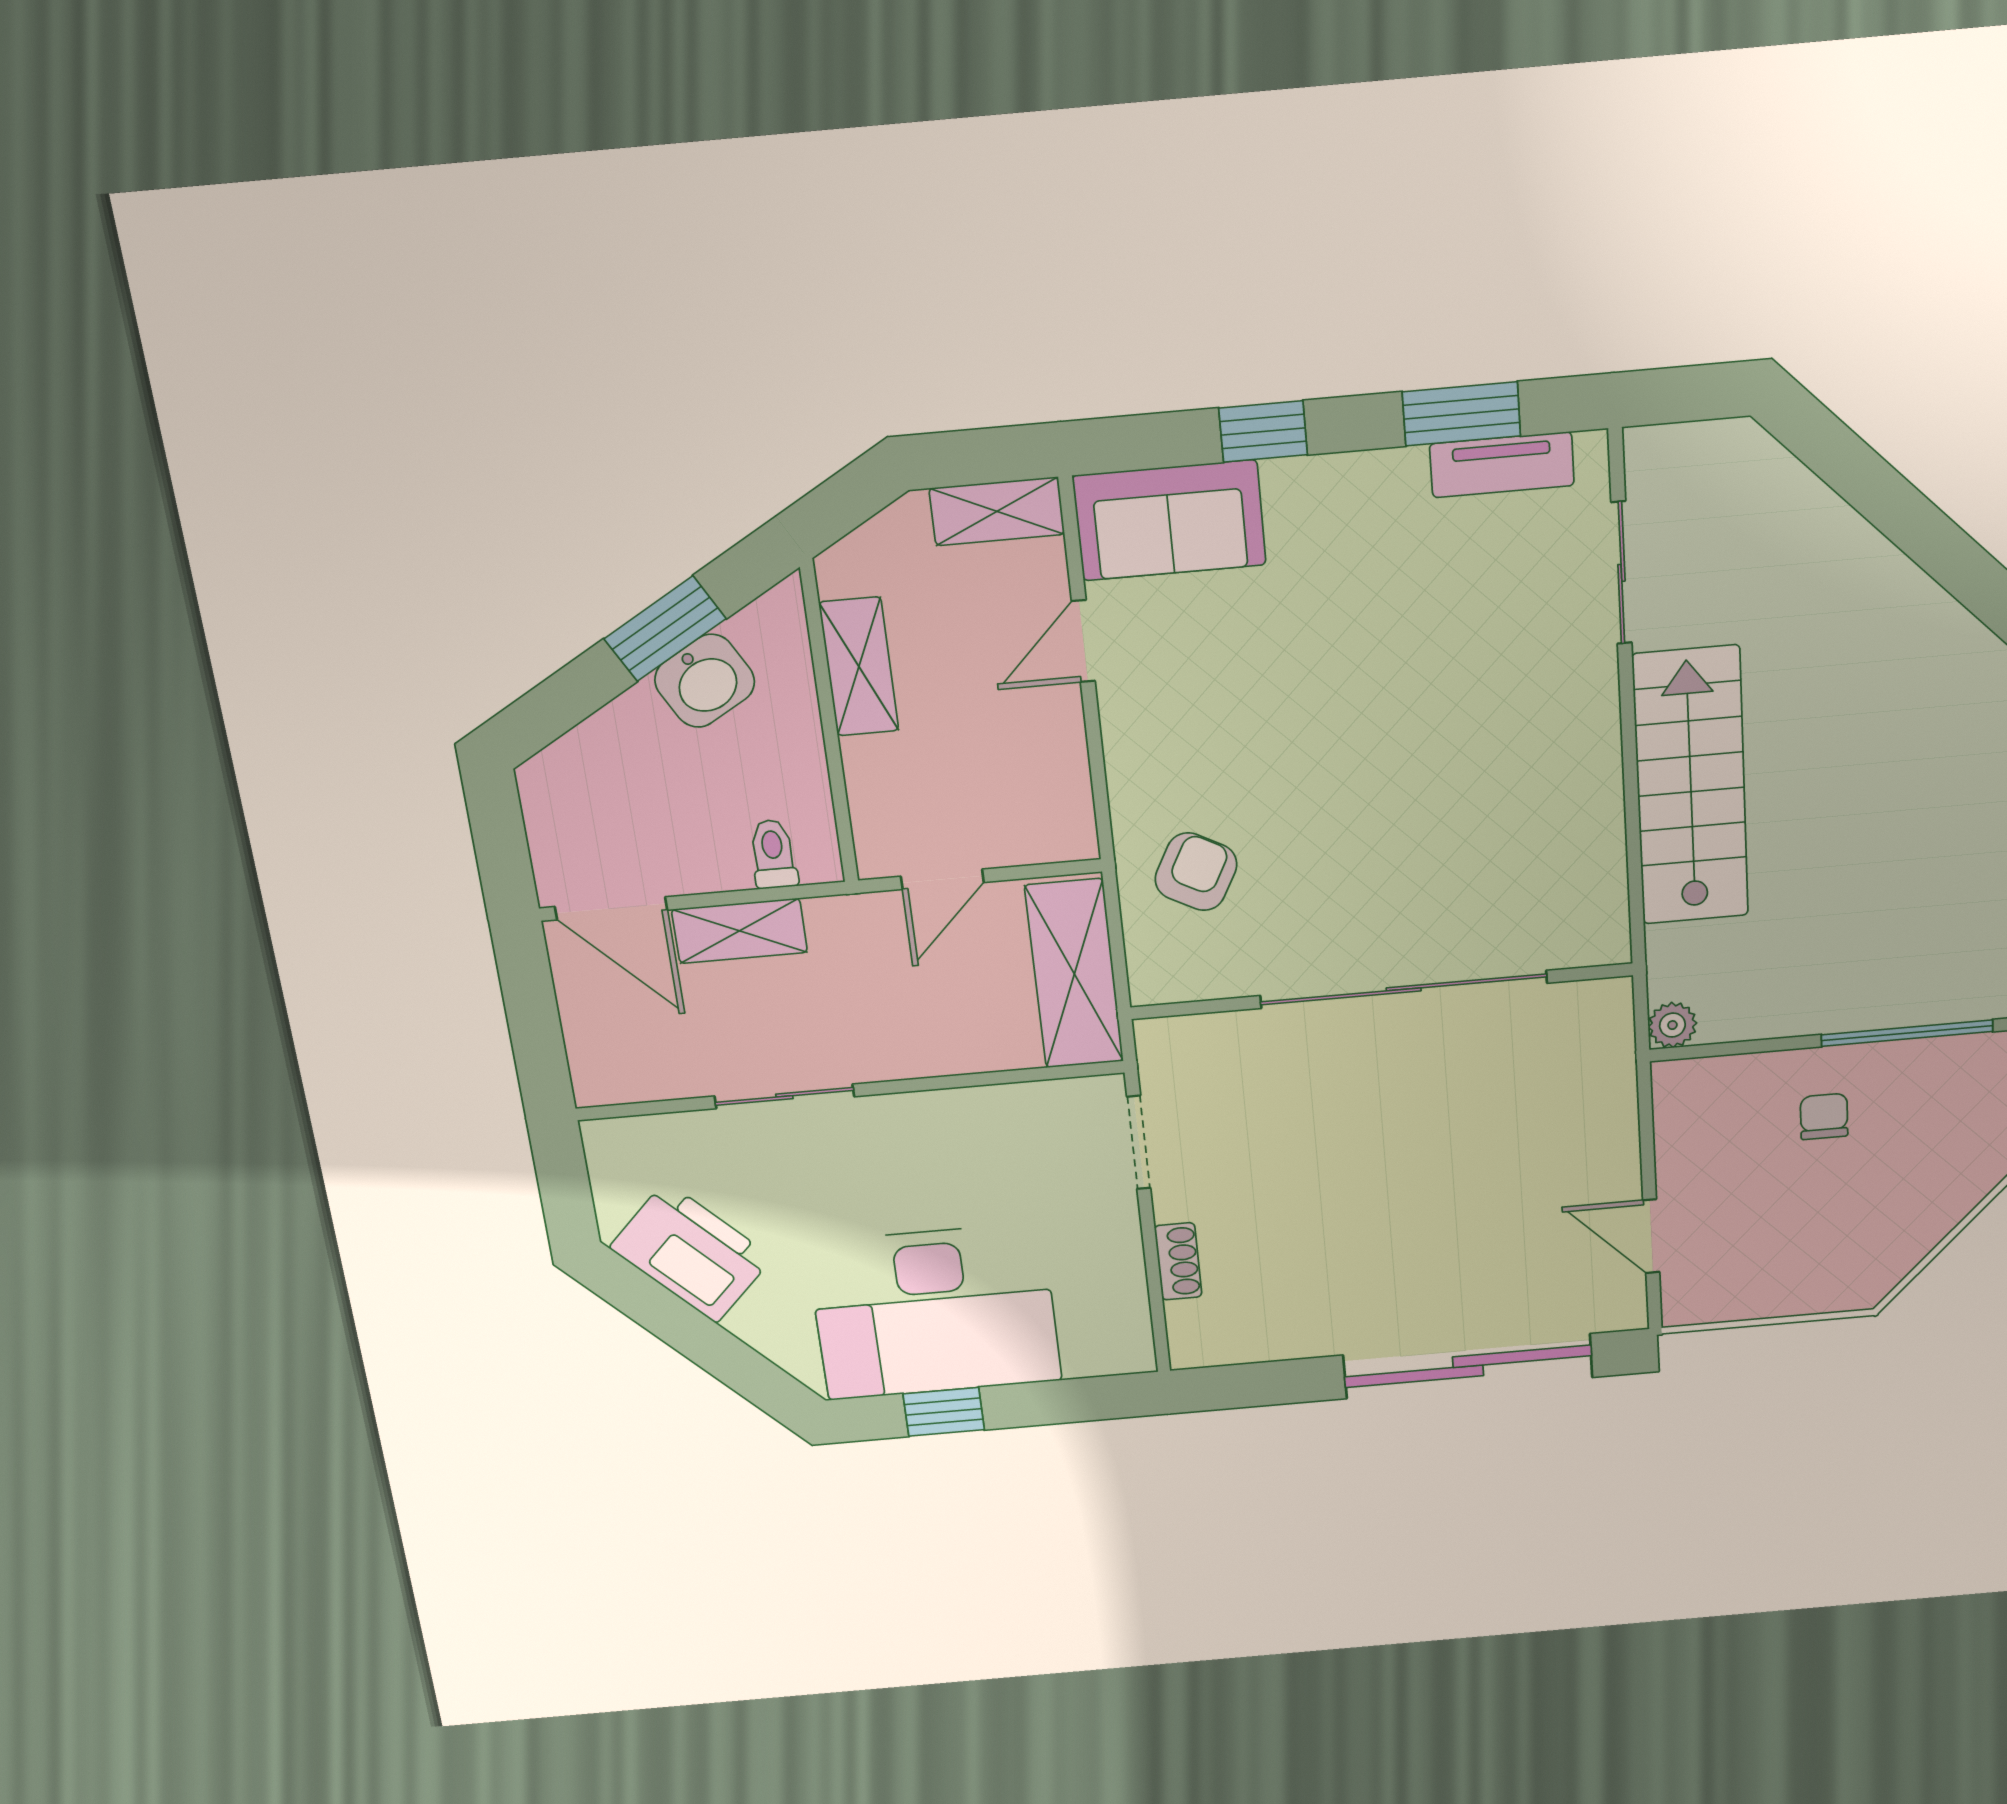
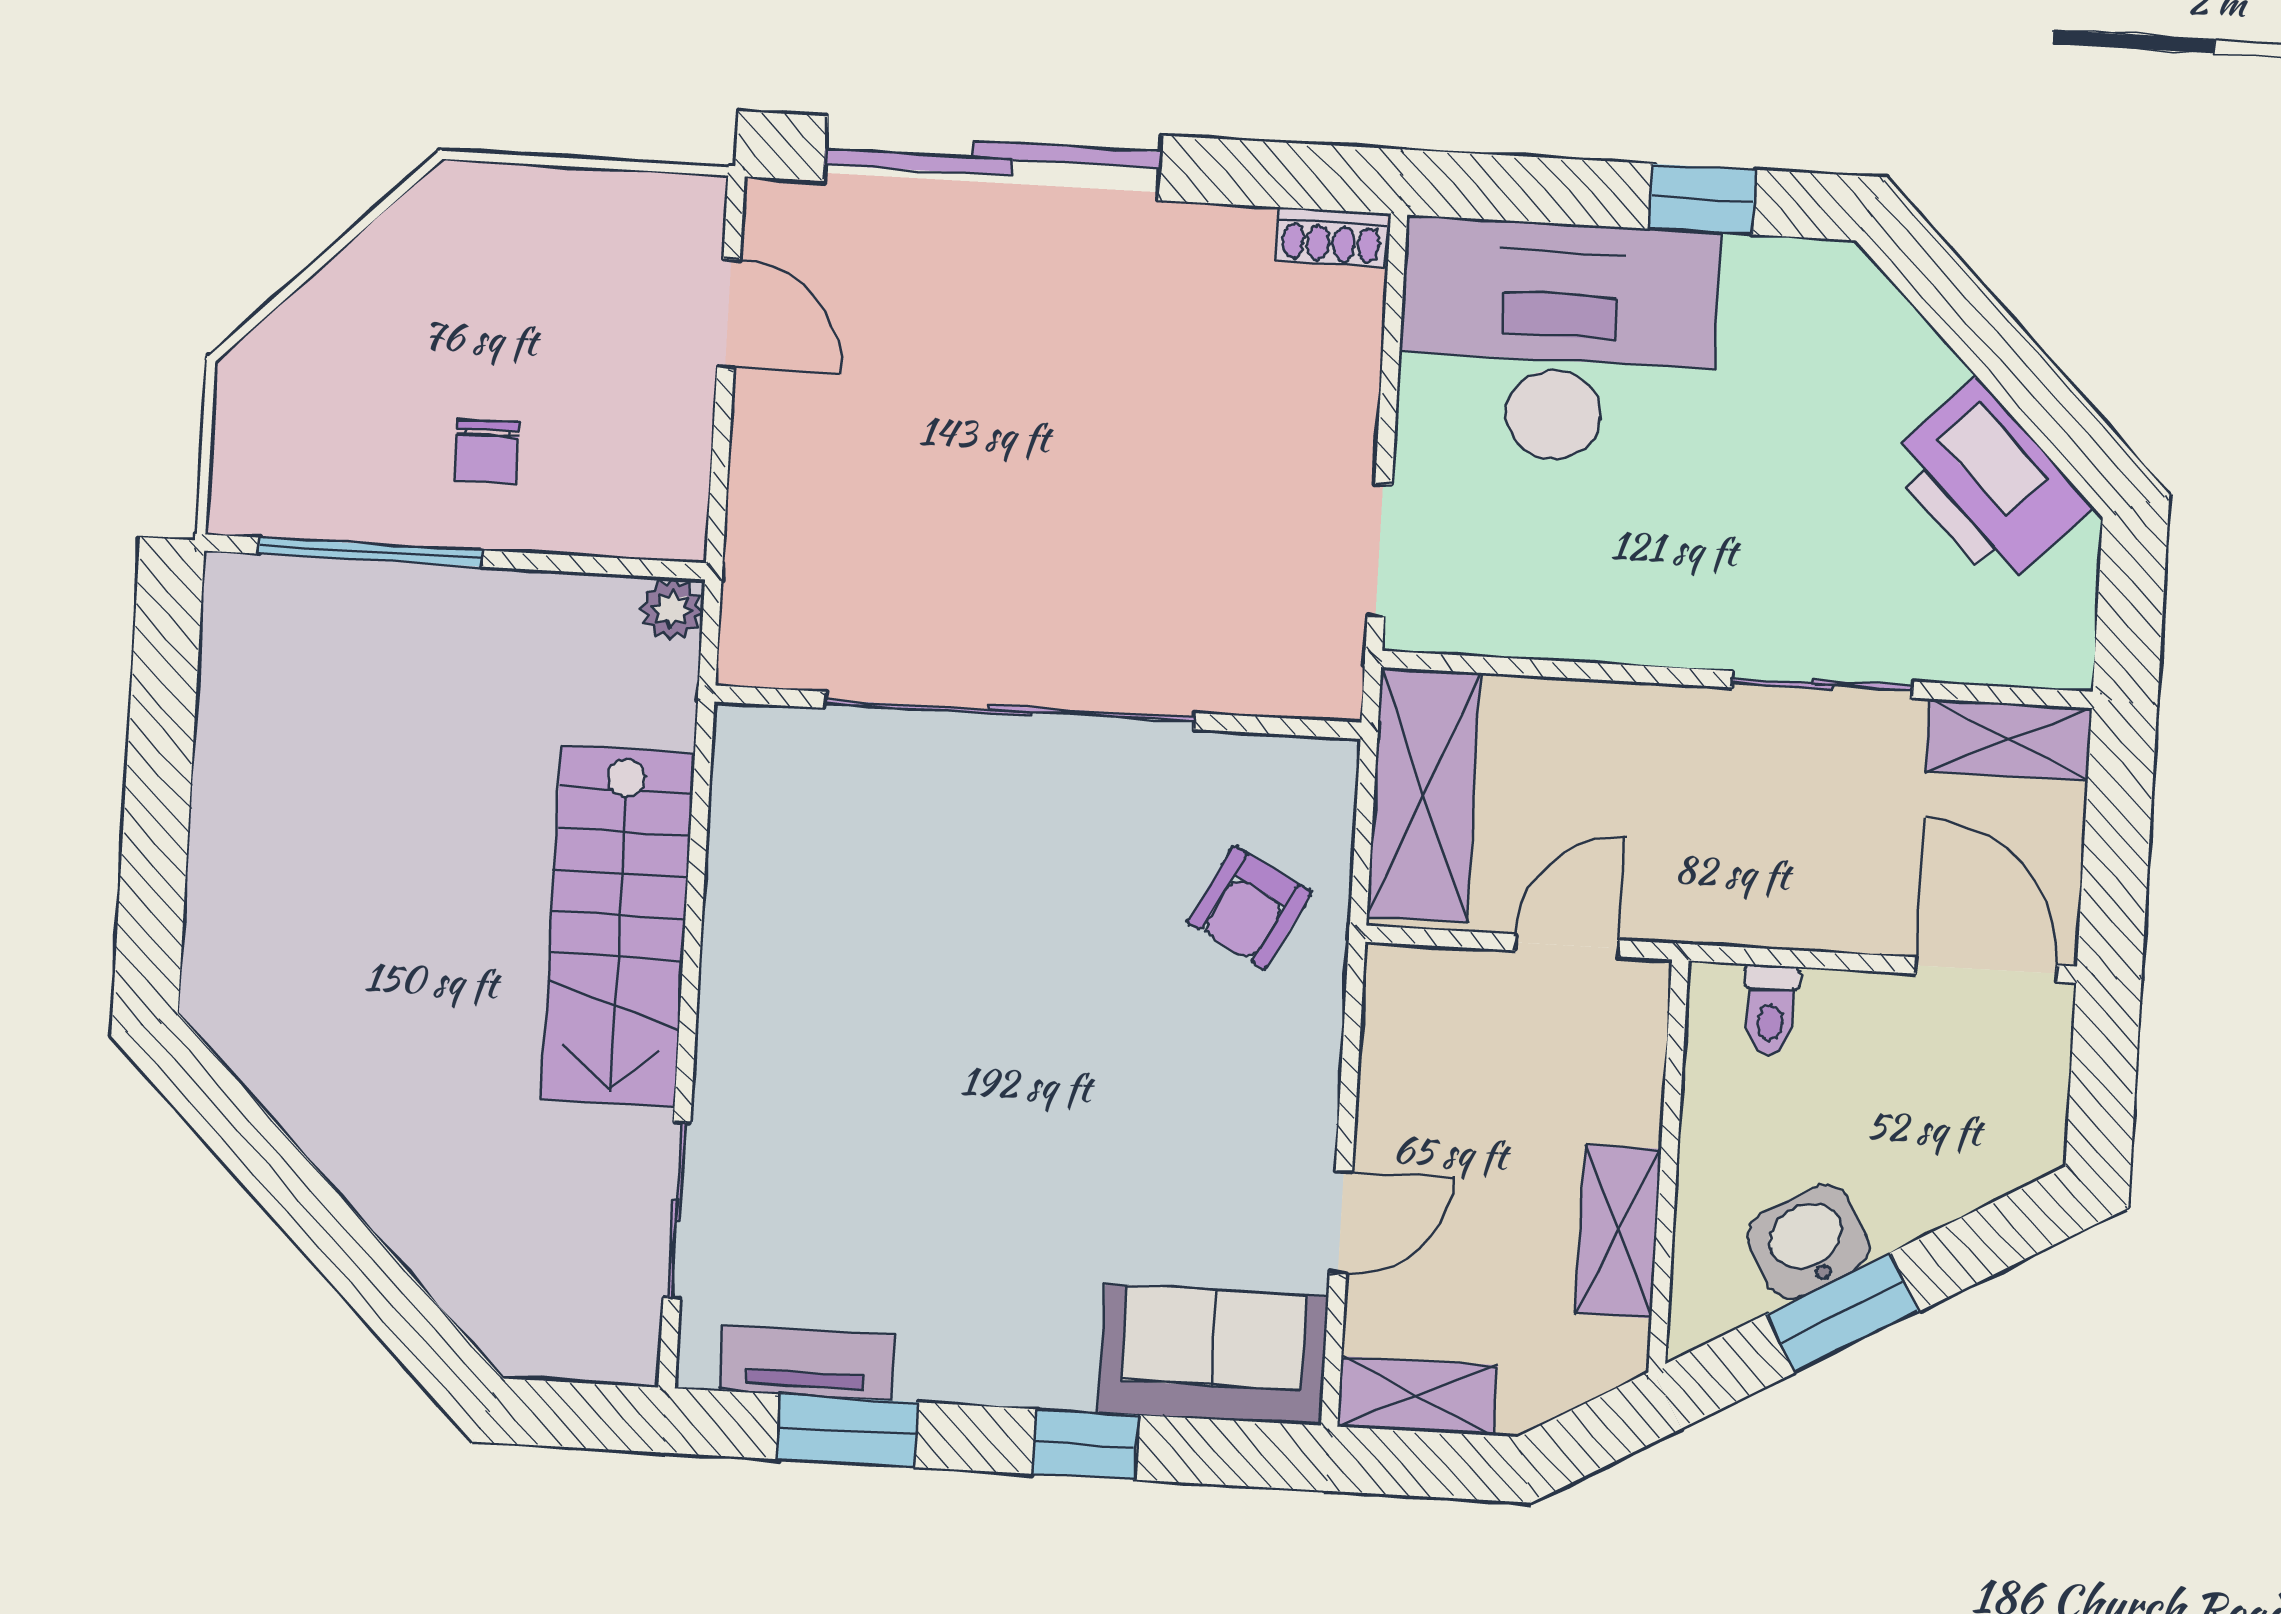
shelving: (740, 931) -> (2008, 740), moved
shoe rack: (1178, 1261) -> (1331, 237), moved, turned -90
desk: (935, 1312) -> (1558, 342), moved

